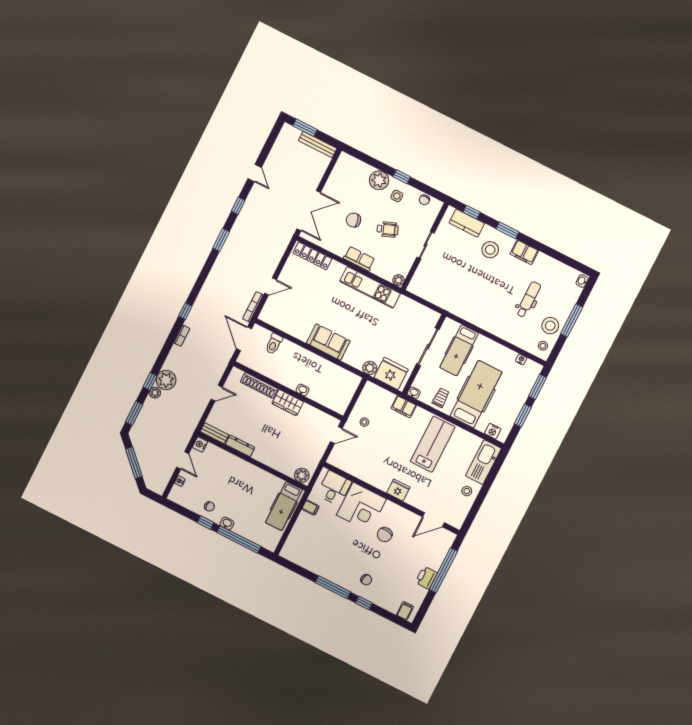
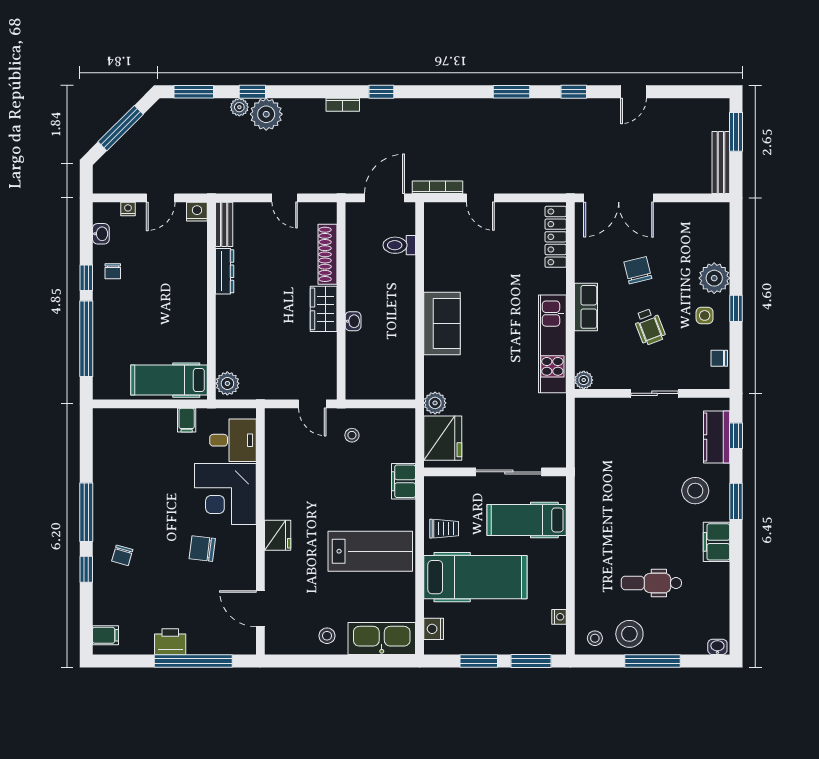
dental chair: (529, 299) -> (651, 583), turned 180
washbasin: (414, 393) -> (431, 486), removed
washbasin: (227, 523) -> (101, 234), moved

